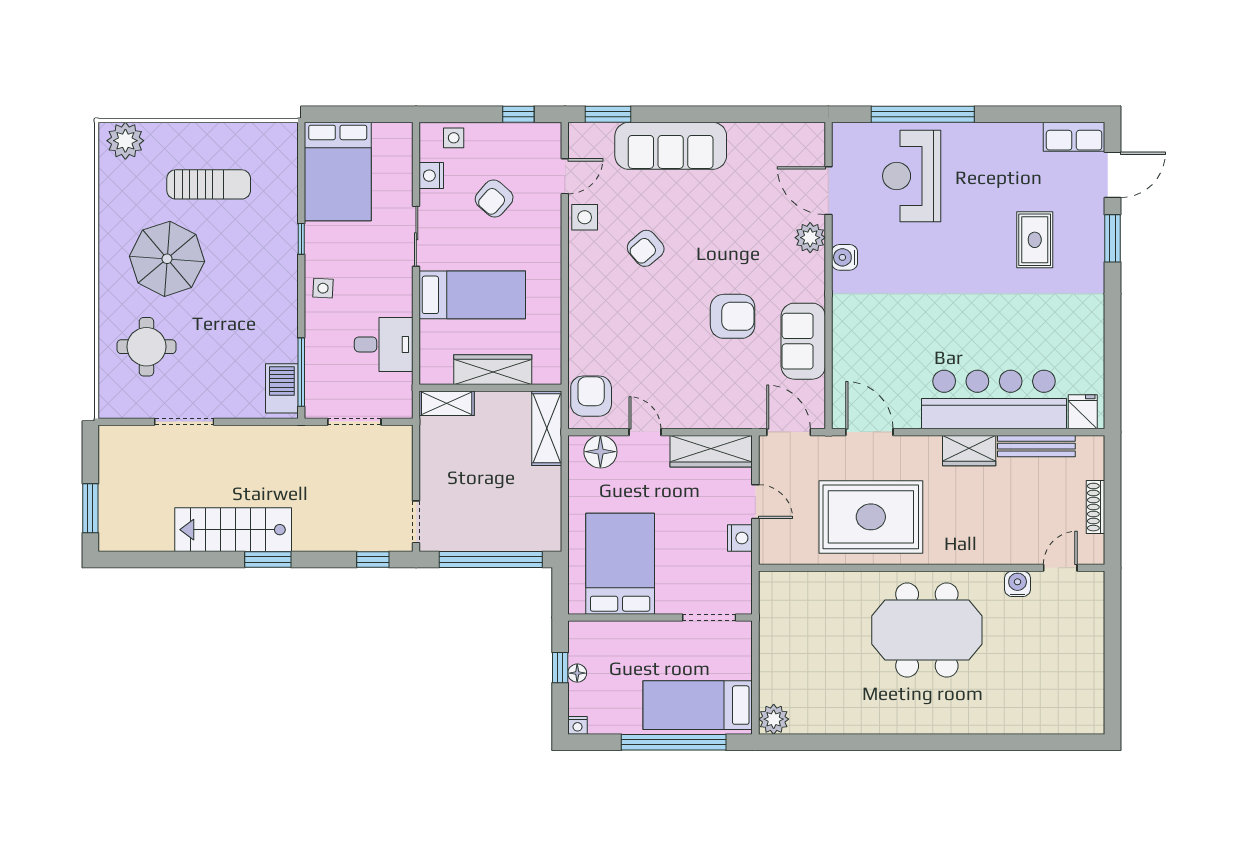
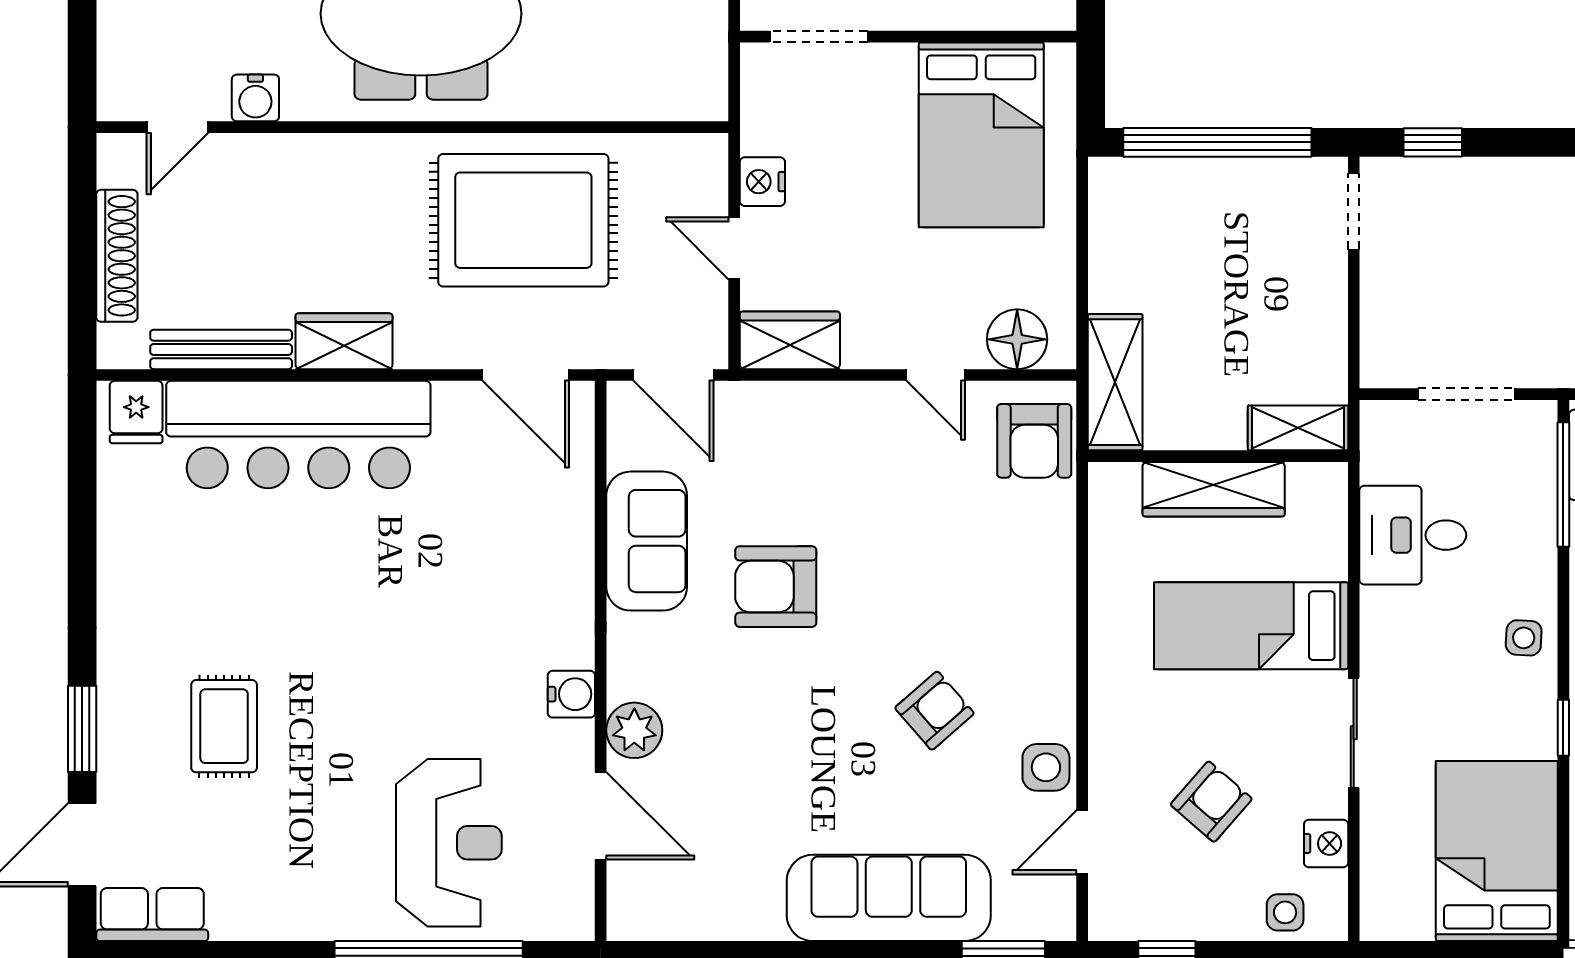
wardrobe: (711, 451) -> (790, 340), width x0.67
shoe rack: (1096, 507) -> (117, 256), width x1.36, depth x1.24

